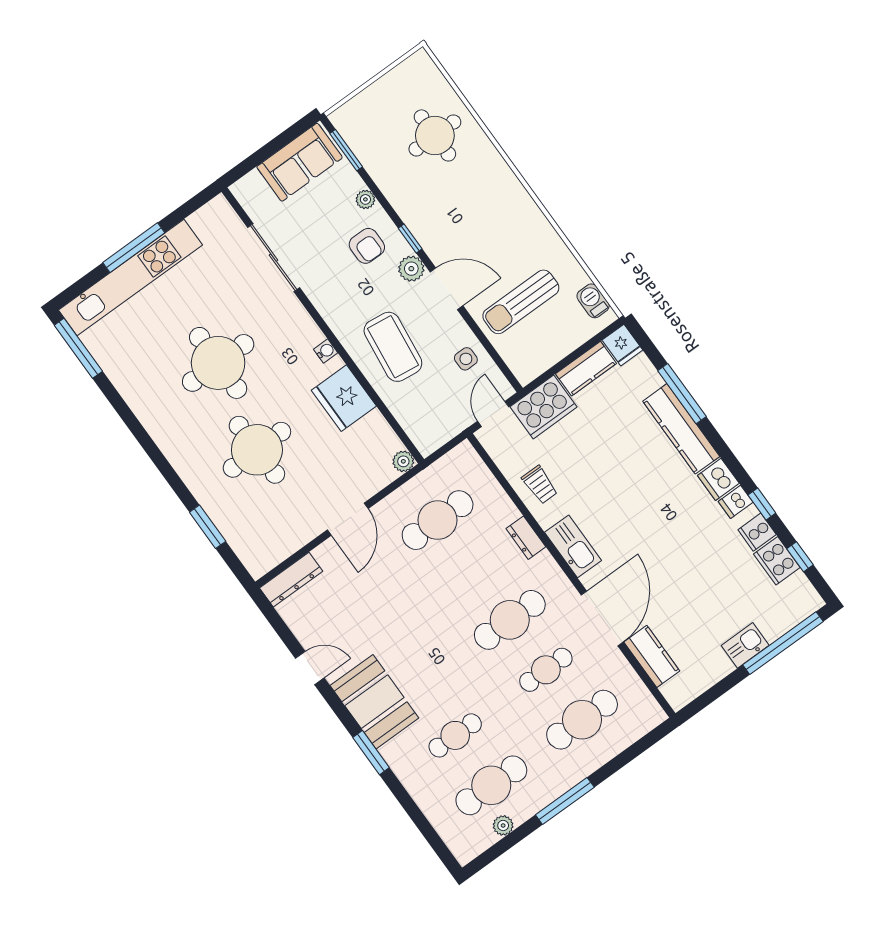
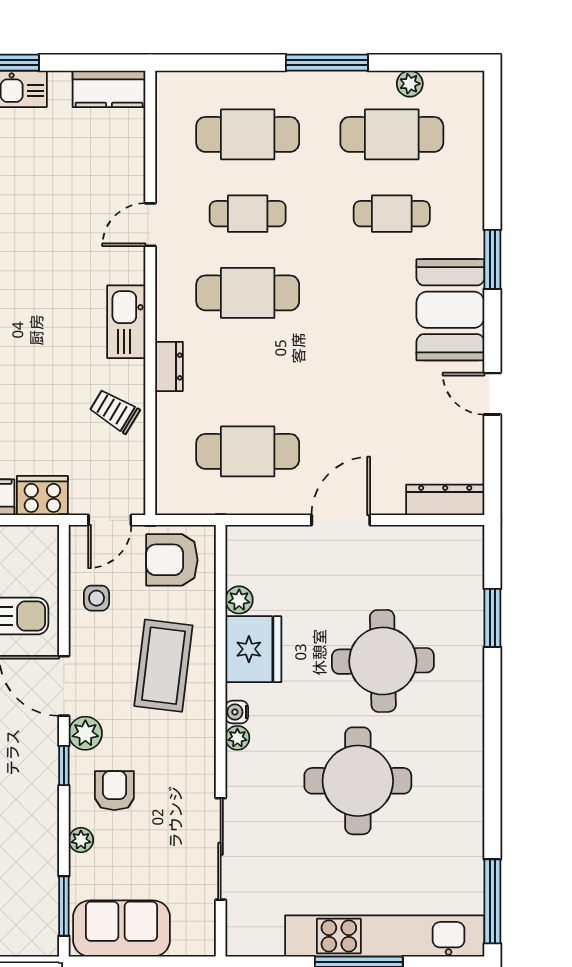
plant: (313, 335) -> (237, 738), added
cooker: (543, 407) -> (42, 496), width x0.73, depth x0.76
armchair: (436, 417) -> (172, 560), added
plant: (403, 461) -> (239, 600), moved
trolley: (540, 485) -> (115, 411), turned -59
door: (602, 618) -> (150, 225), width x0.53
kitchen counter: (652, 656) -> (109, 89), moved, turned -90

